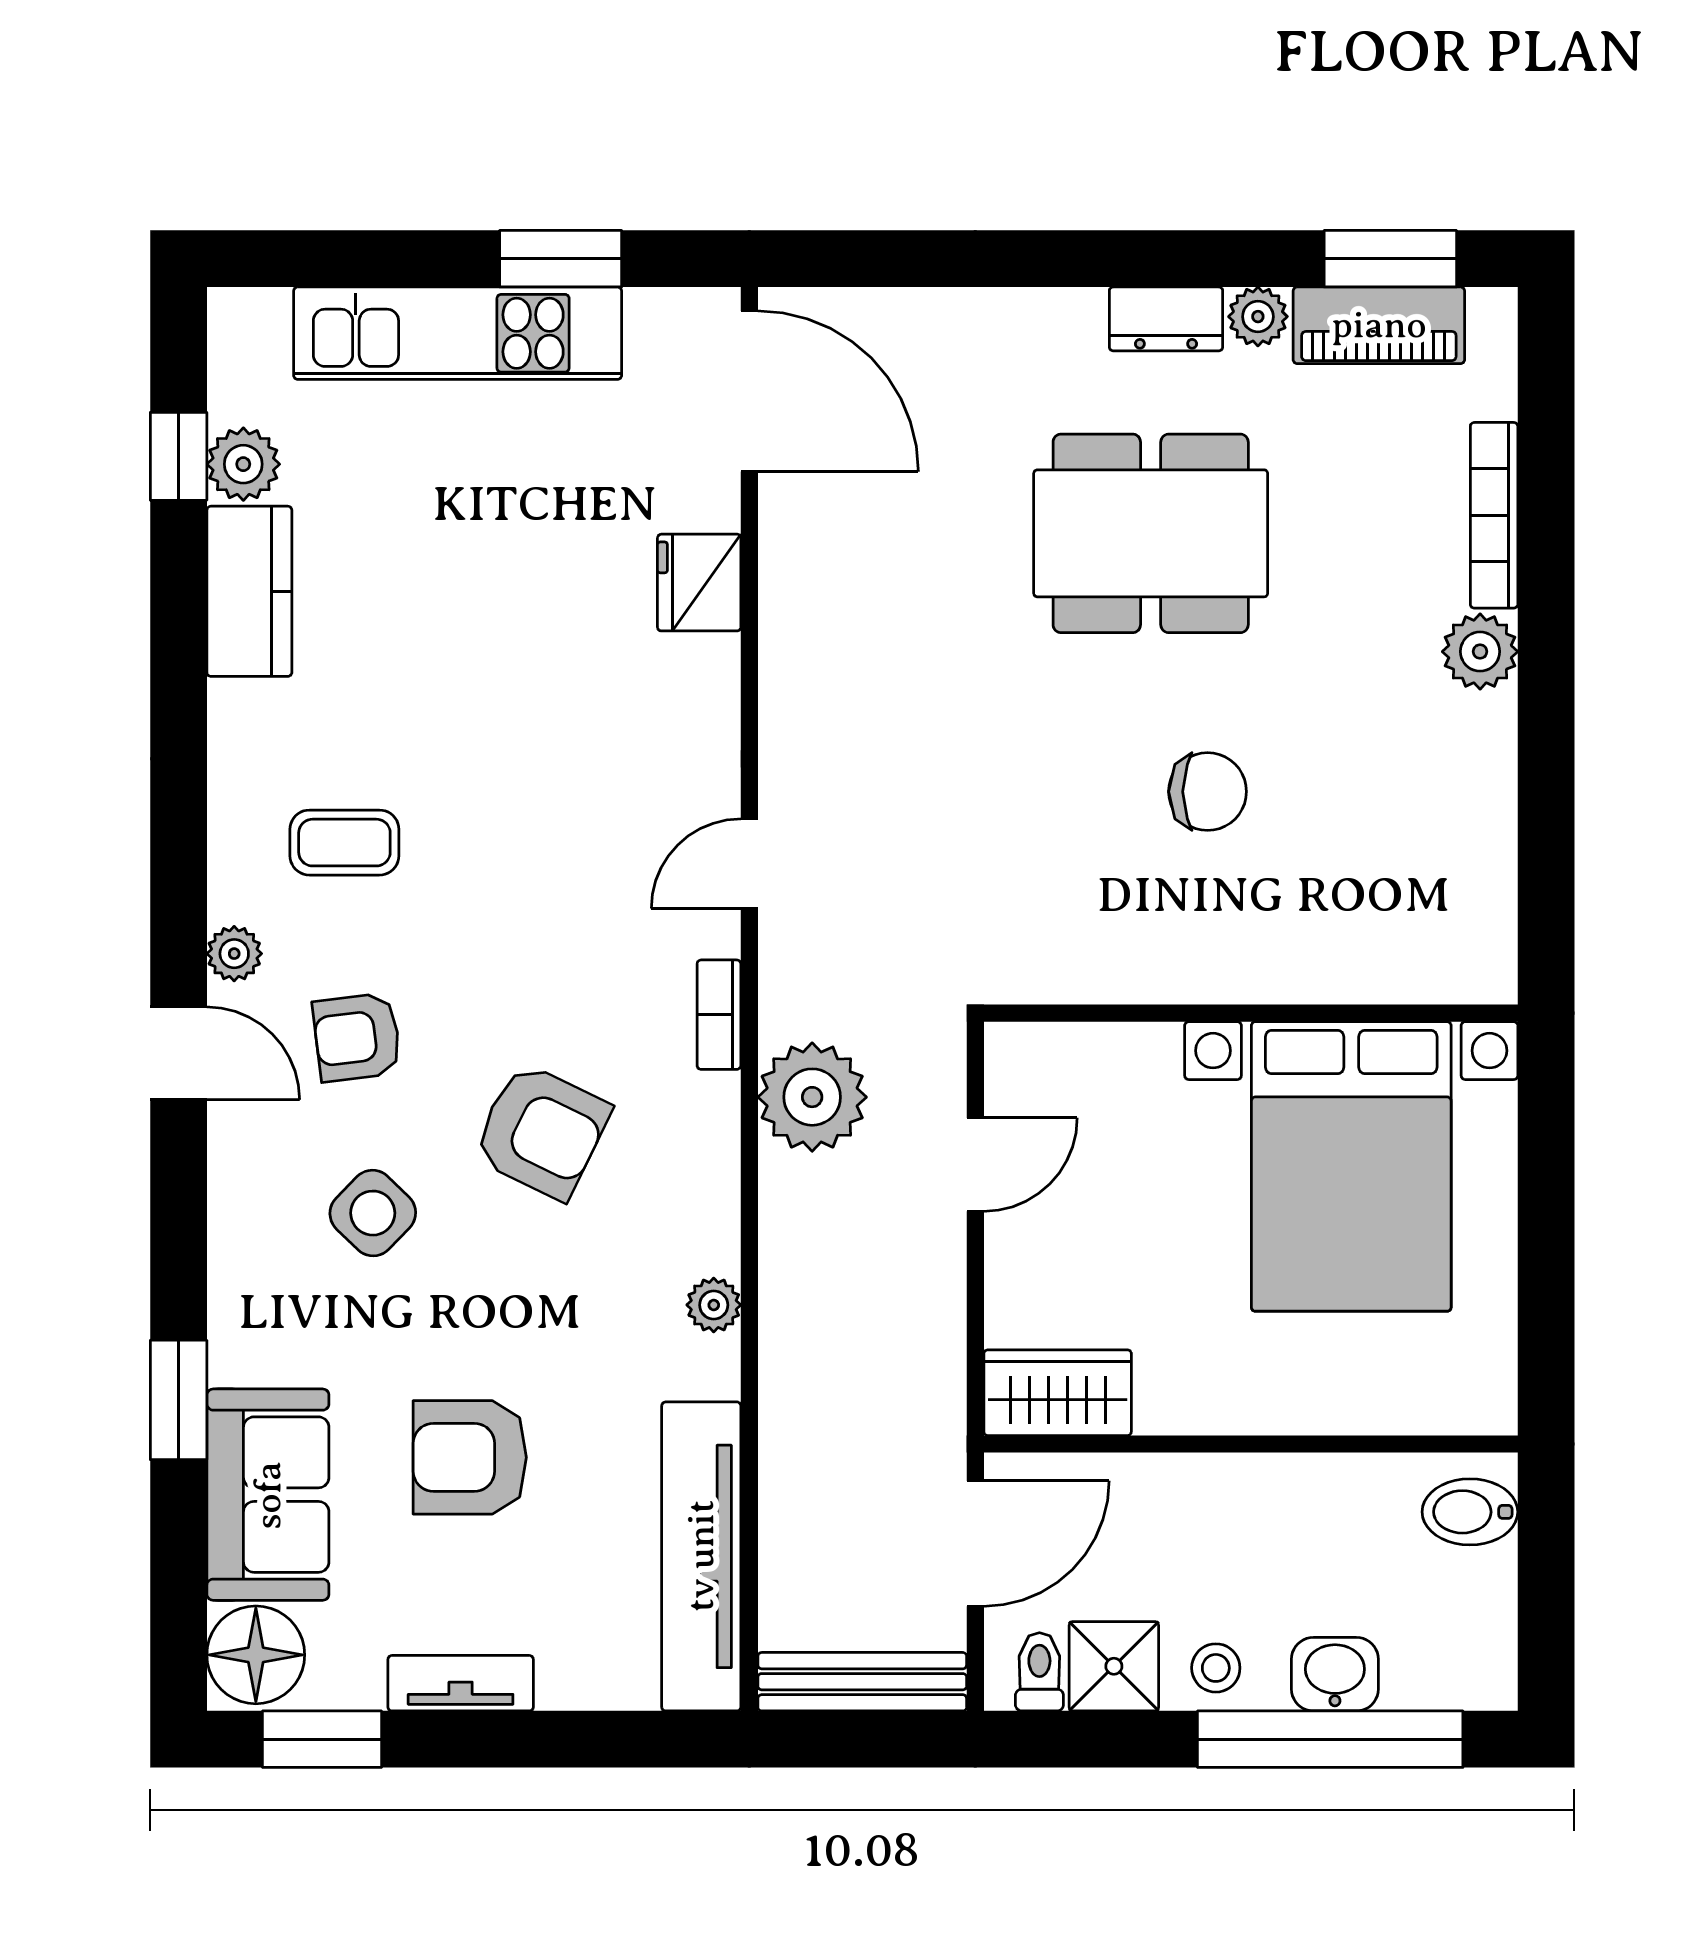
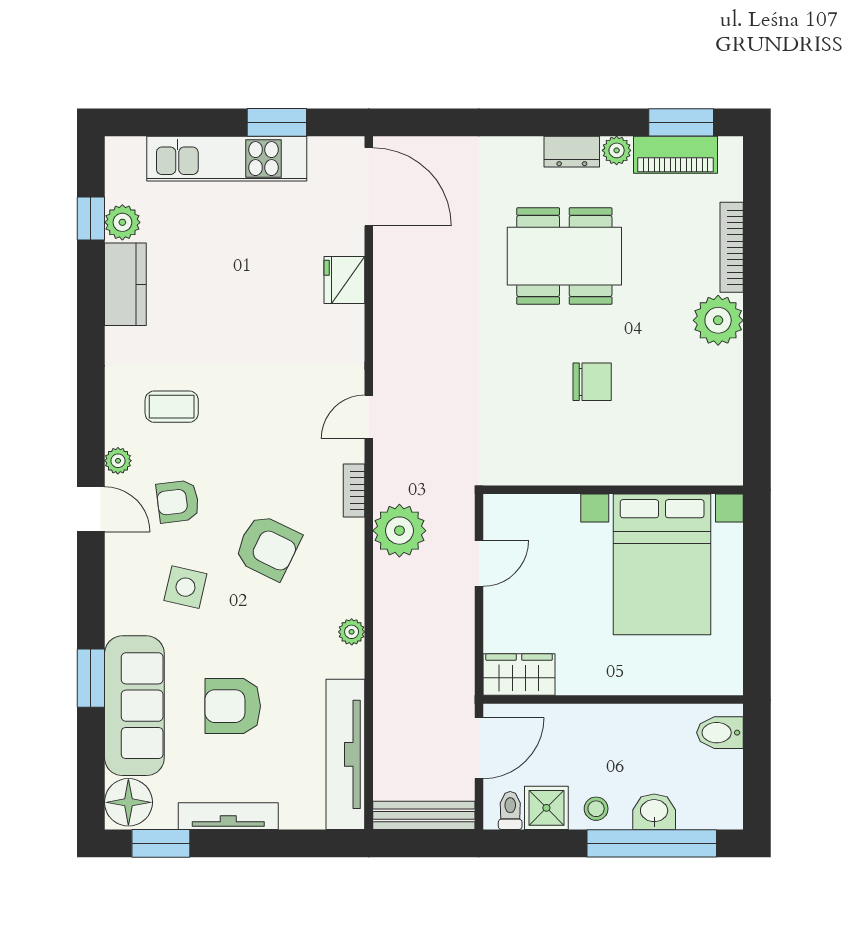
plant: (1480, 652) -> (718, 320), width x1.36, depth x1.36
side table: (373, 1213) -> (185, 587), turned -31
sofa: (268, 1495) -> (134, 706), width x1.36
tv unit: (461, 1683) -> (228, 816), width x1.41

